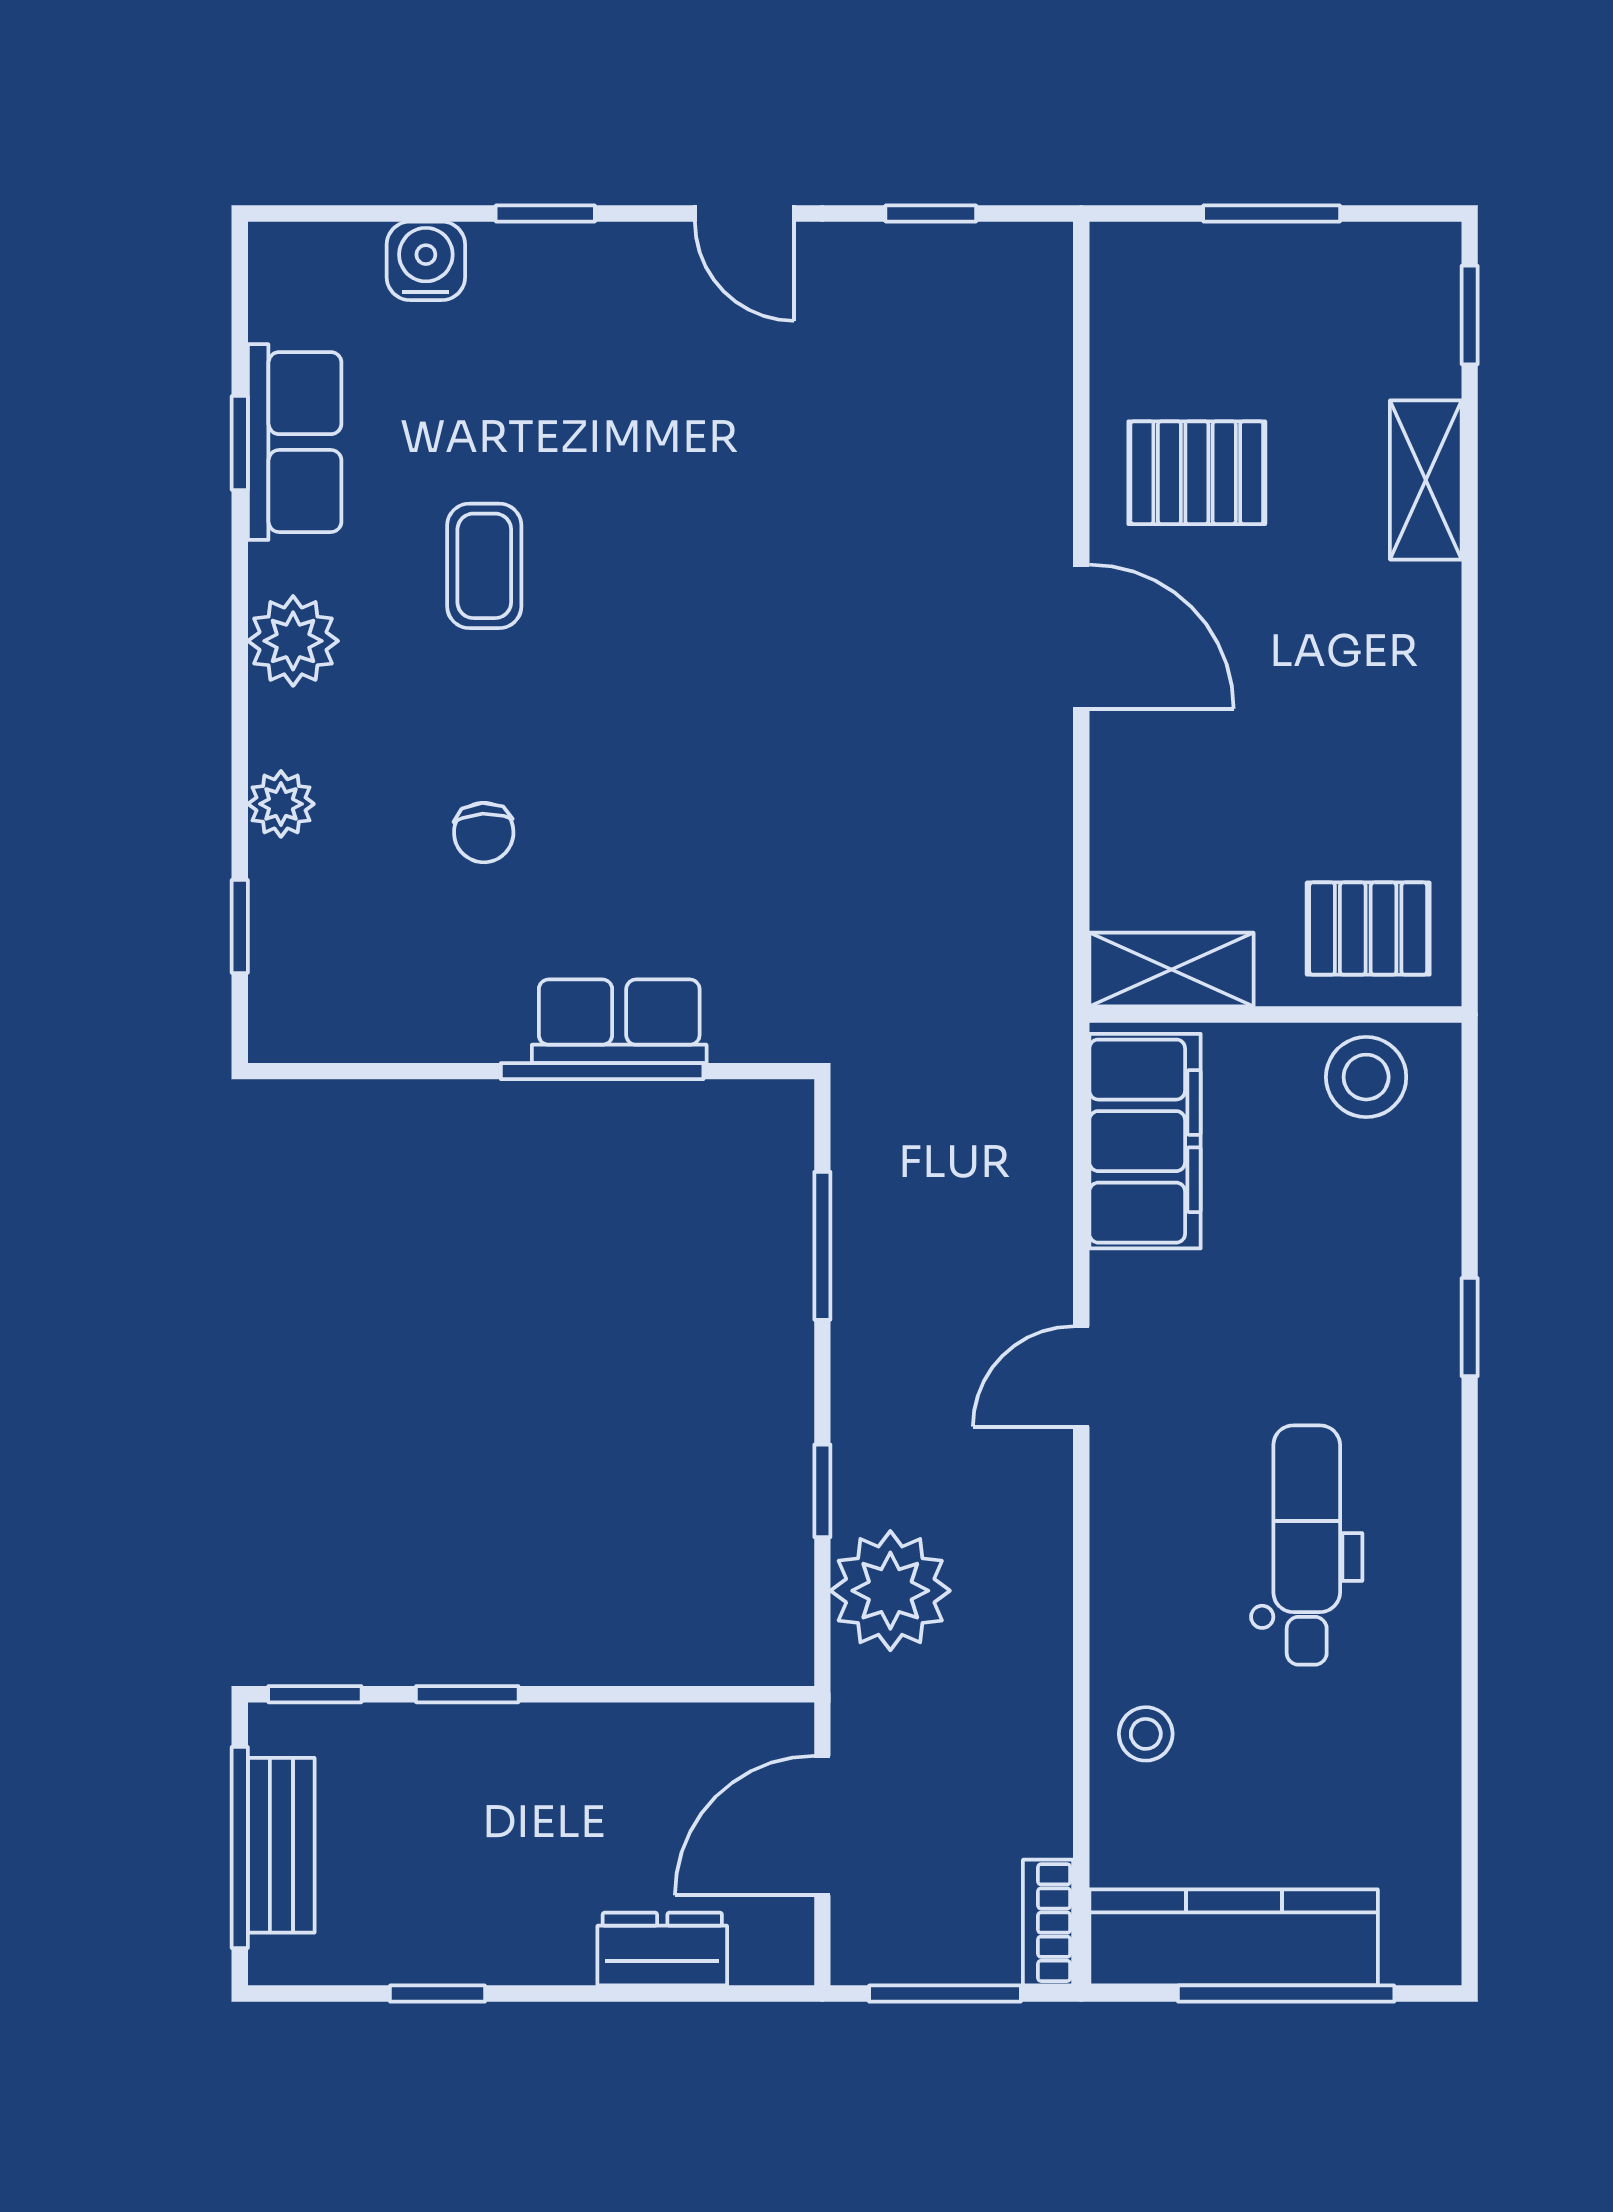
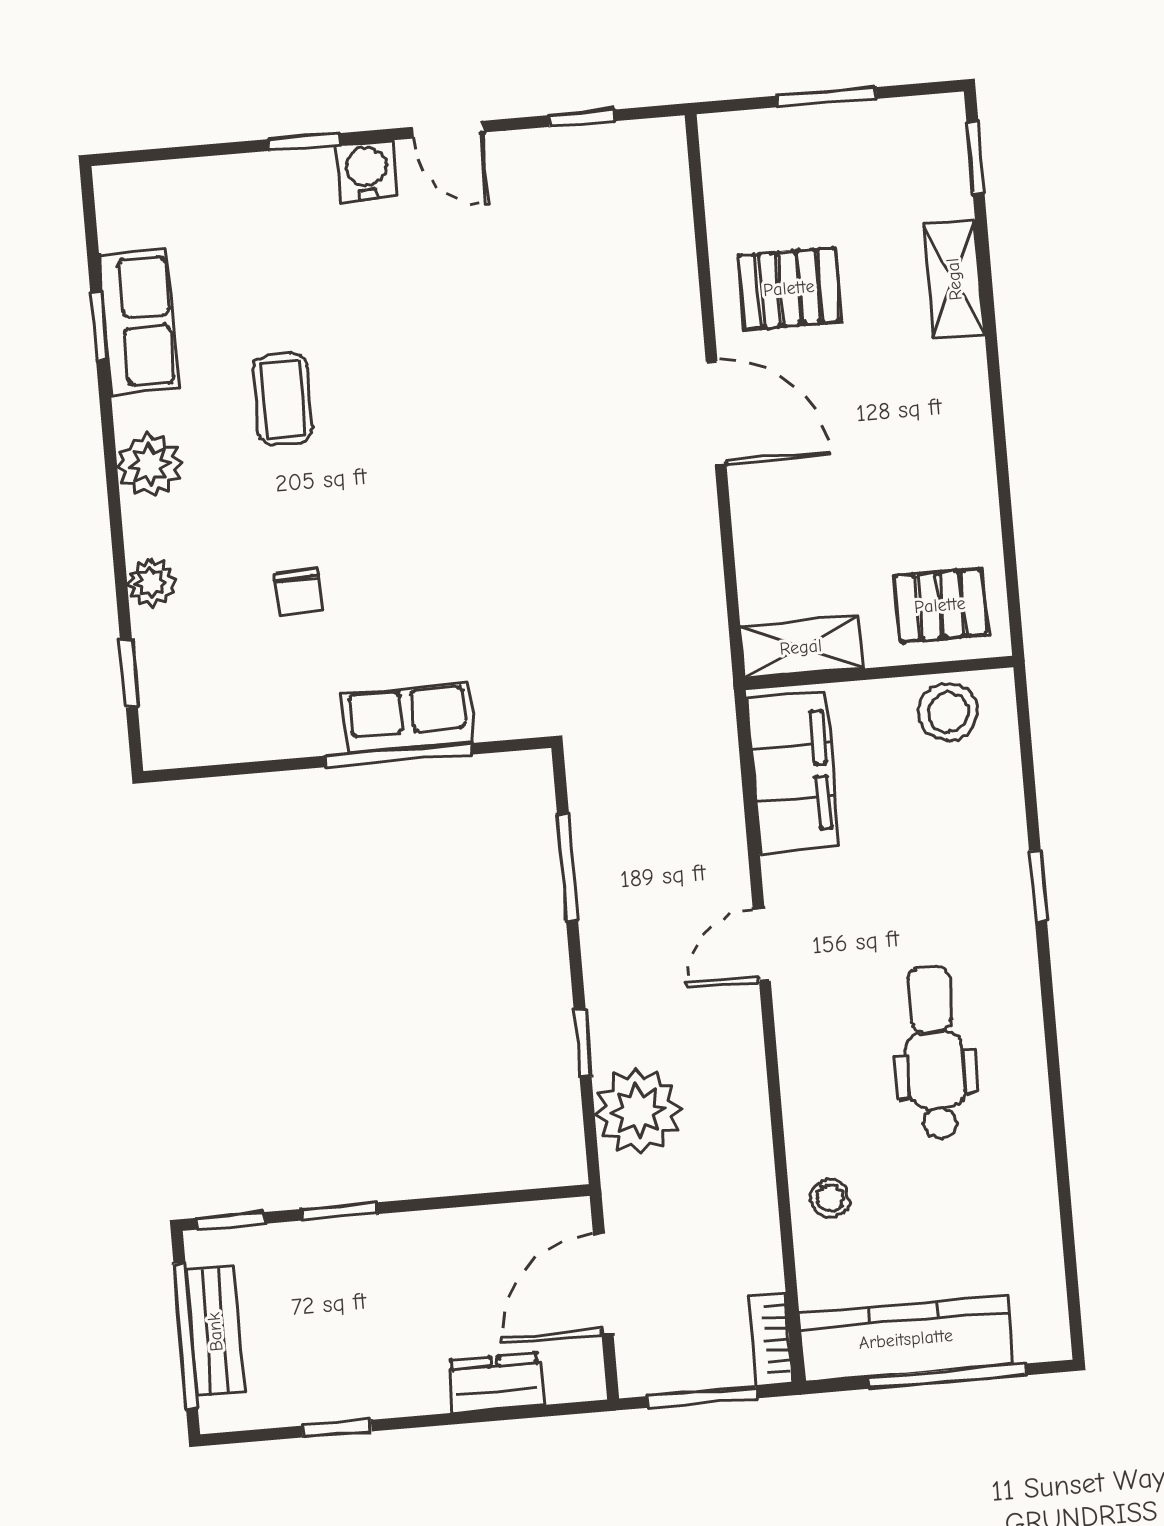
water cooler: (426, 261) -> (367, 171), moved

